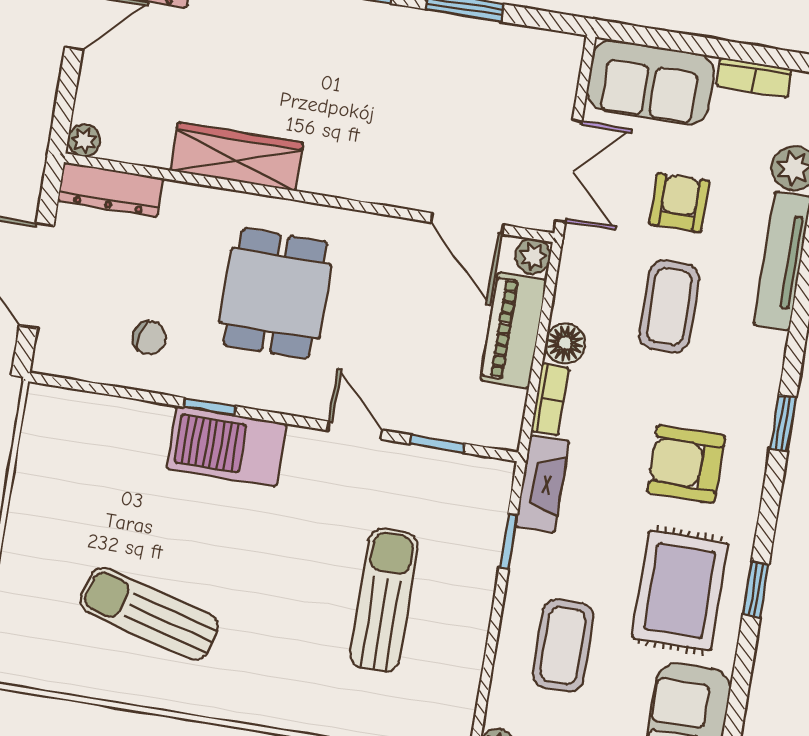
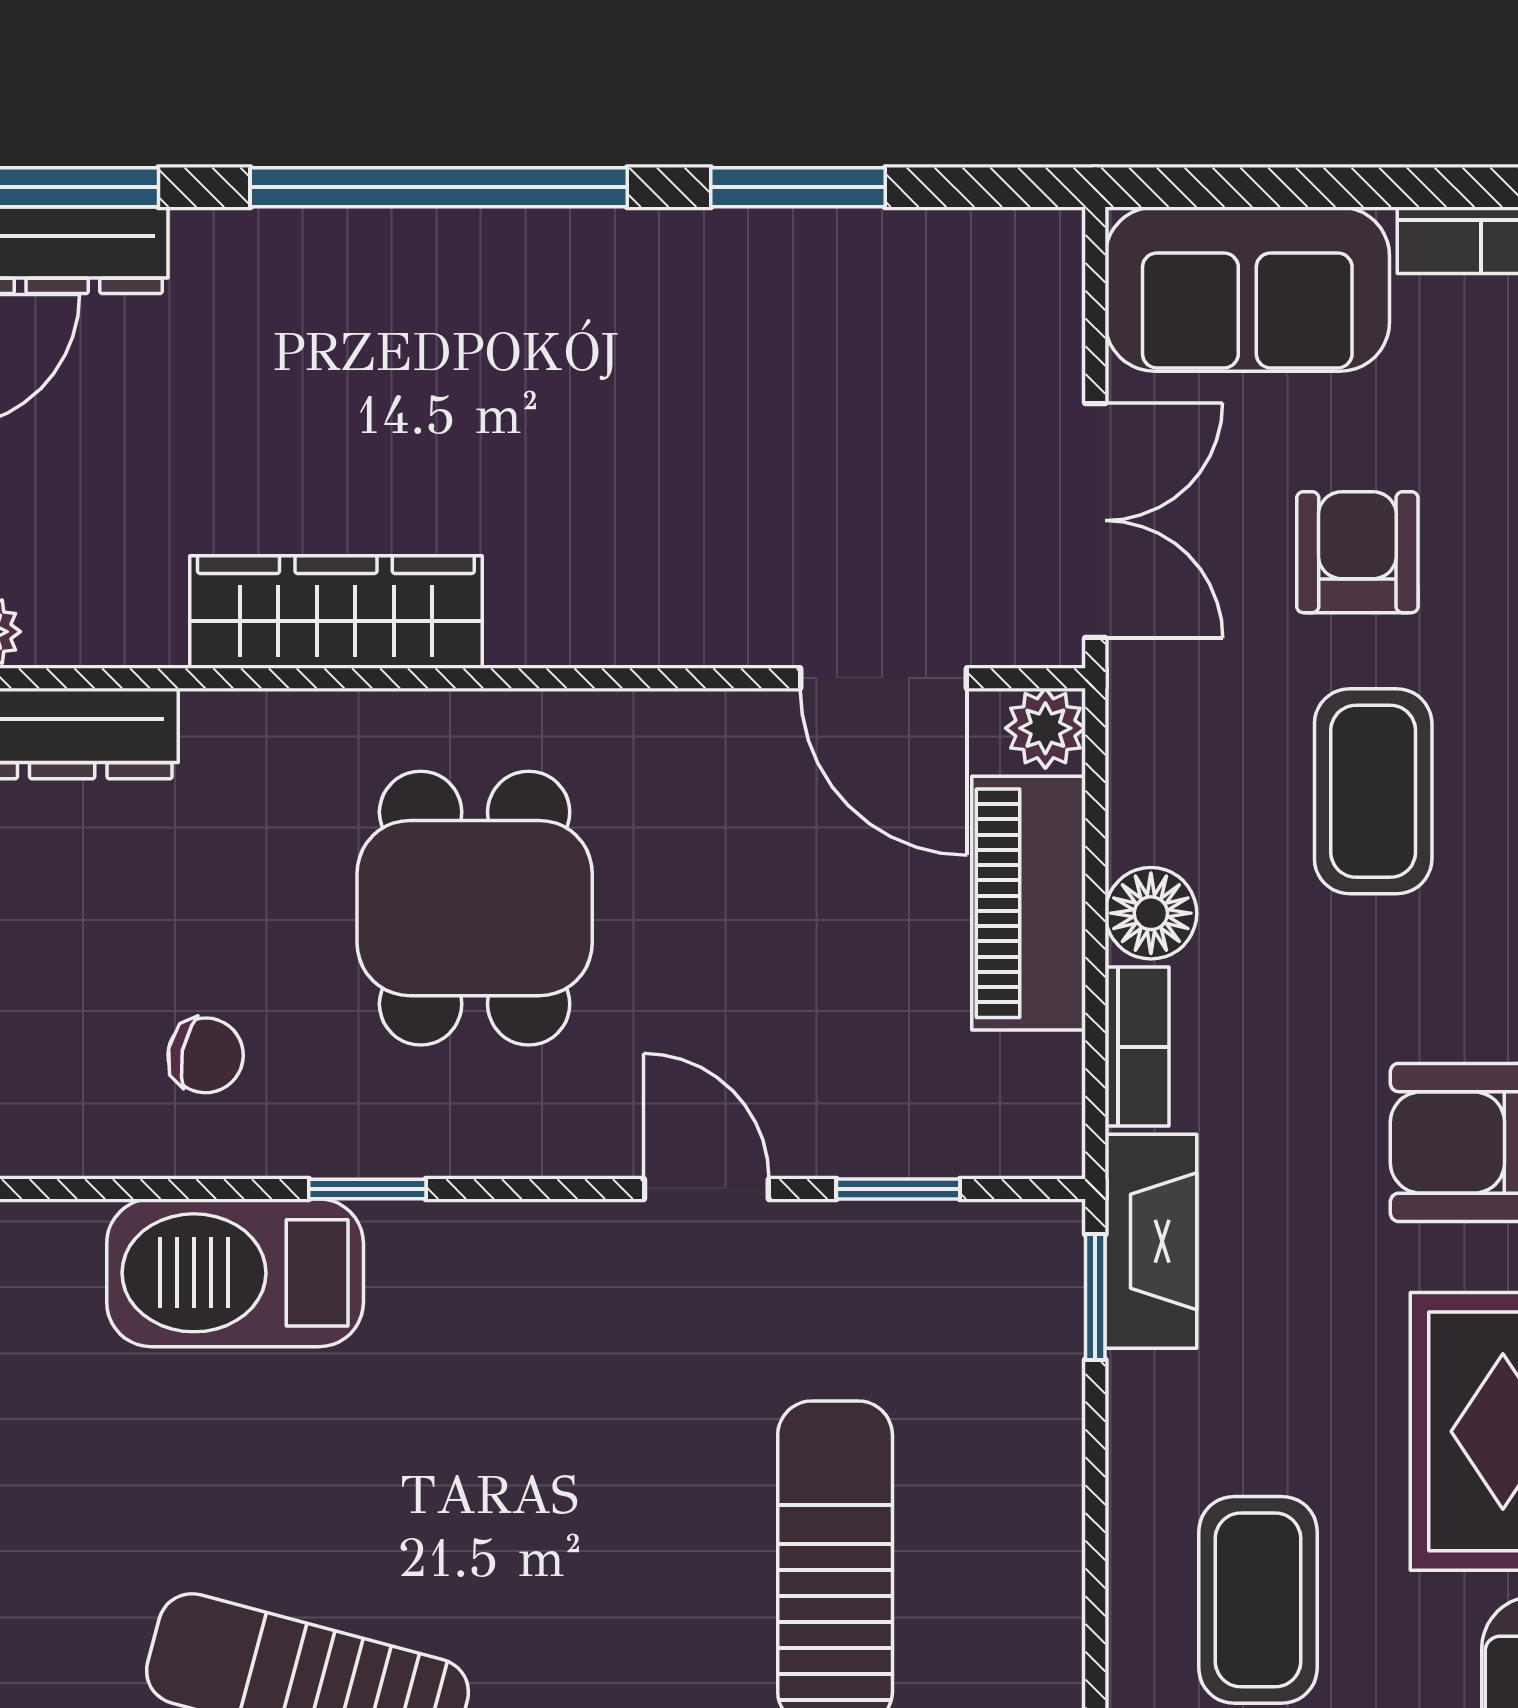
barbecue: (227, 446) -> (235, 1273), moved
window: (508, 541) -> (1095, 1297), moved

